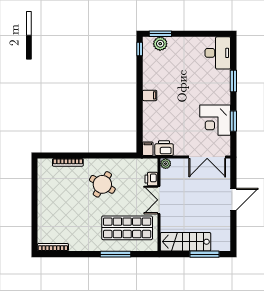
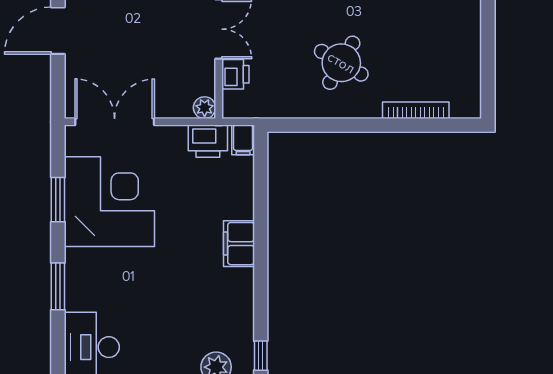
filing cabinet: (150, 95) -> (239, 244), width x2.00
corner desk: (215, 120) -> (109, 202), width x1.36, depth x1.36

